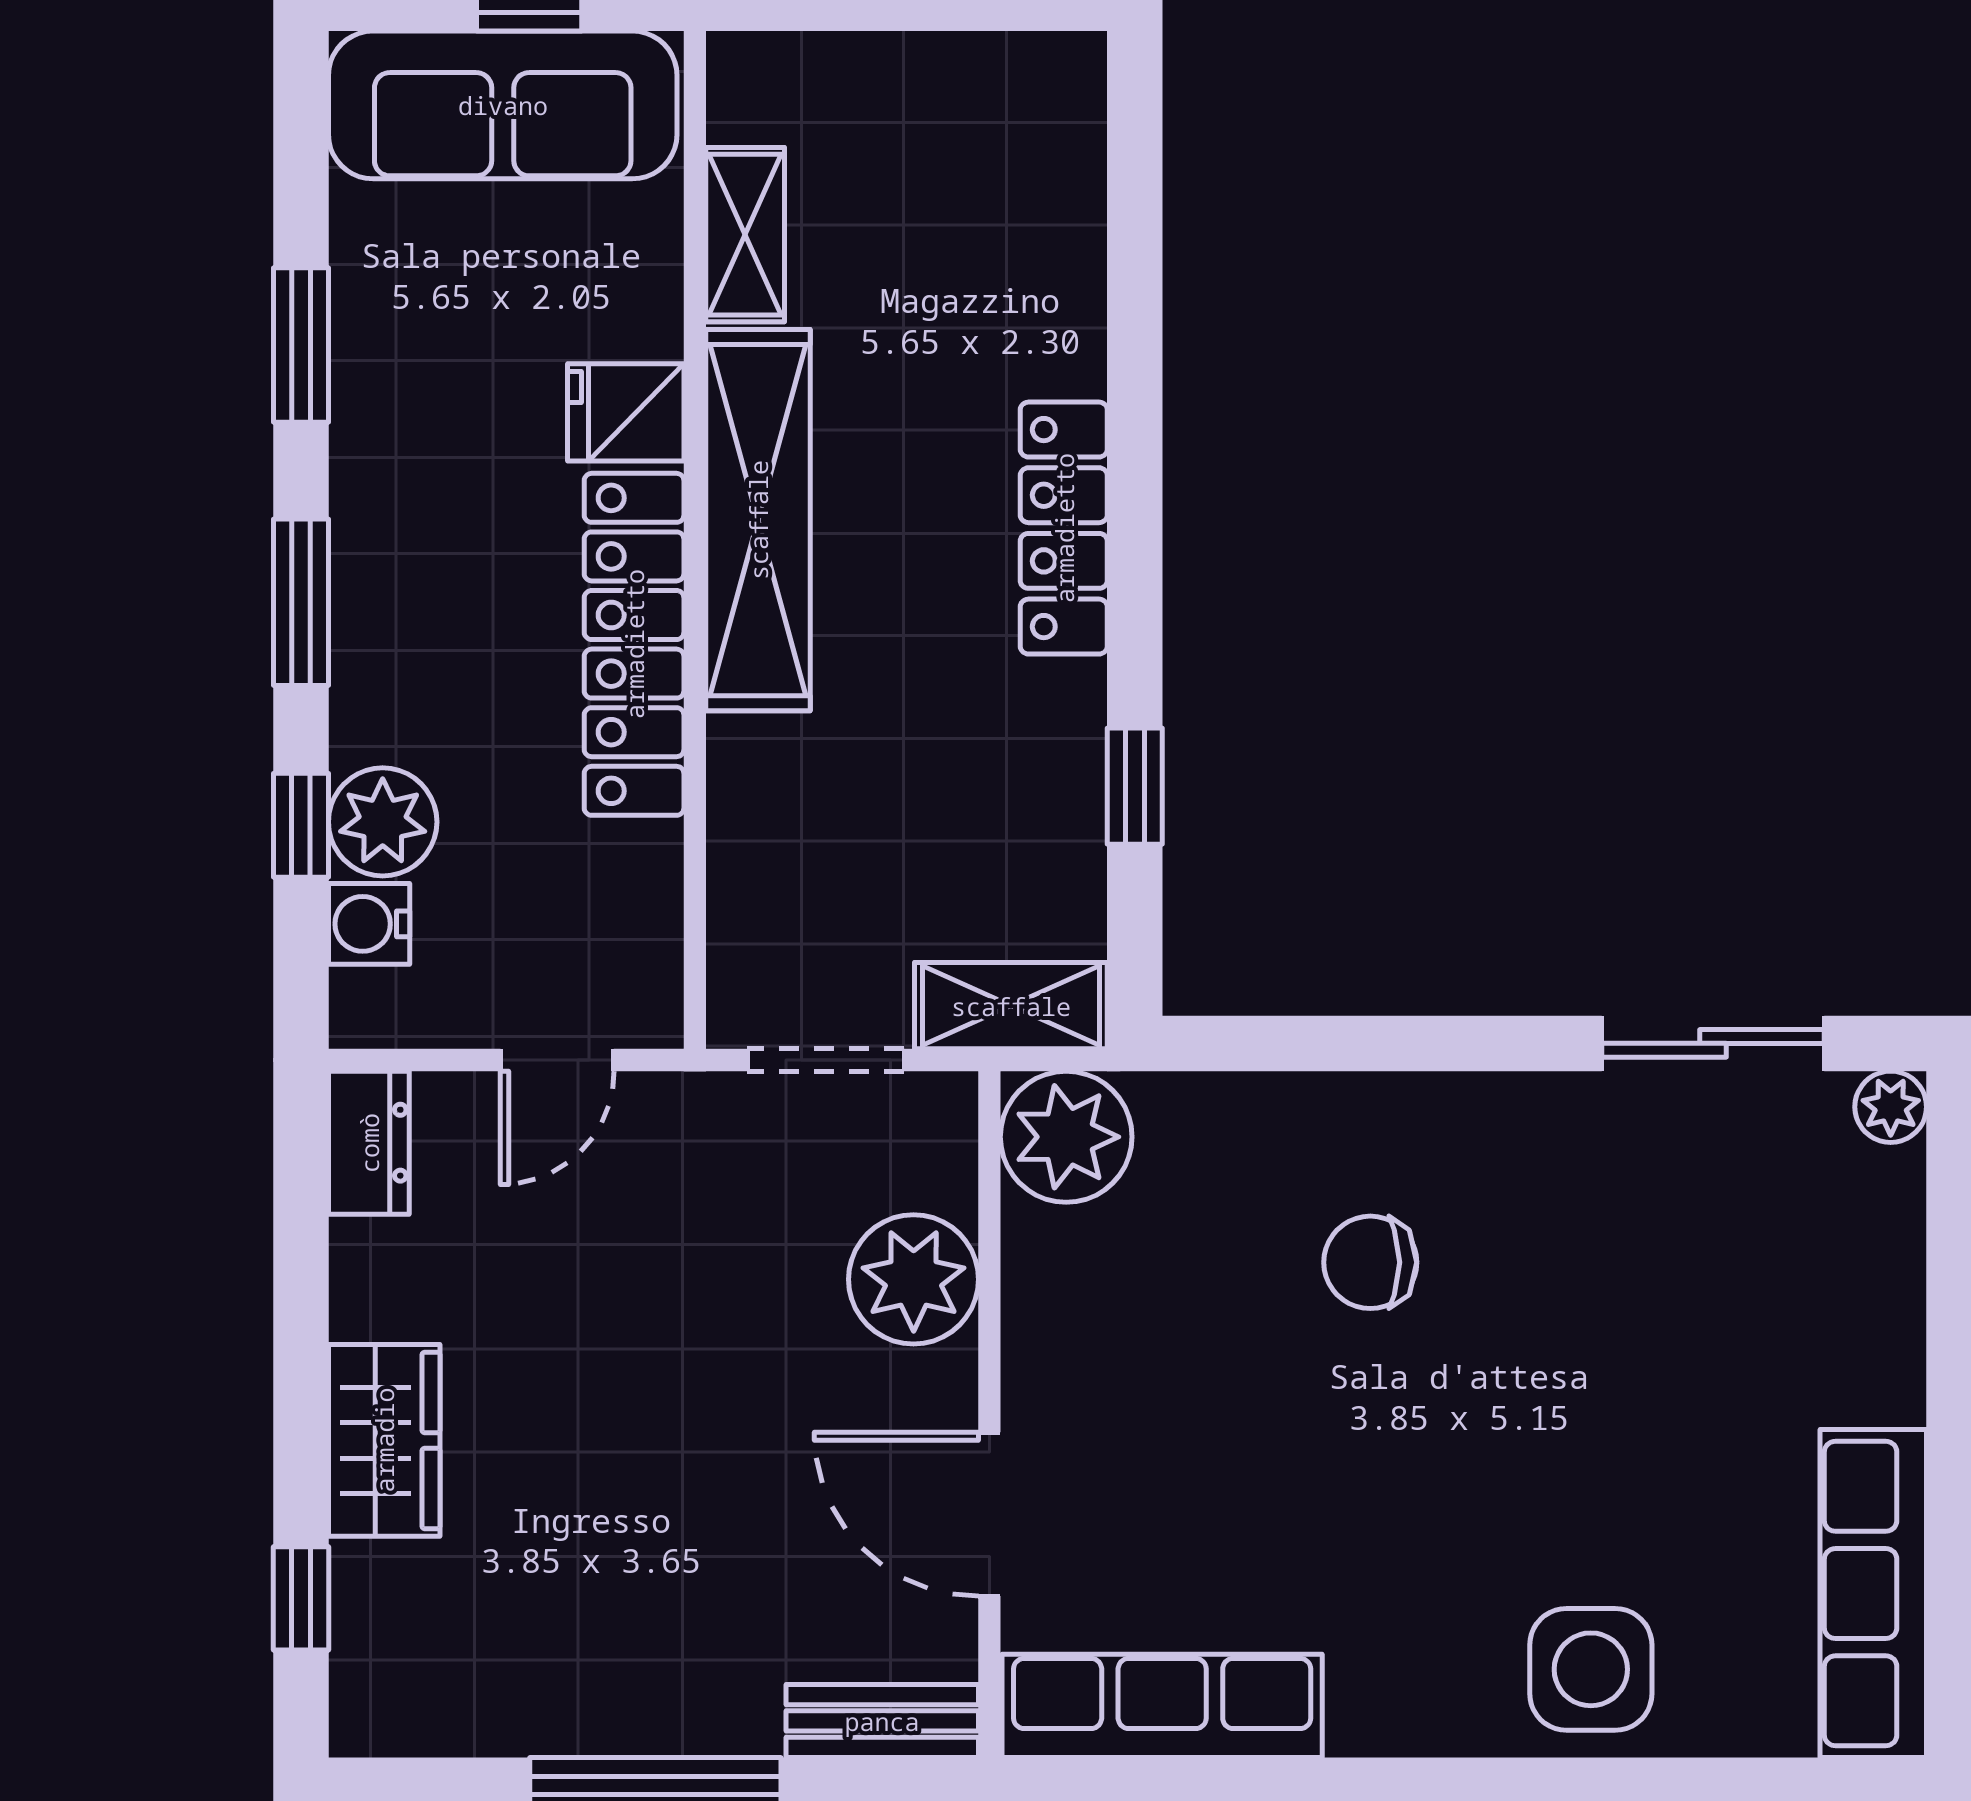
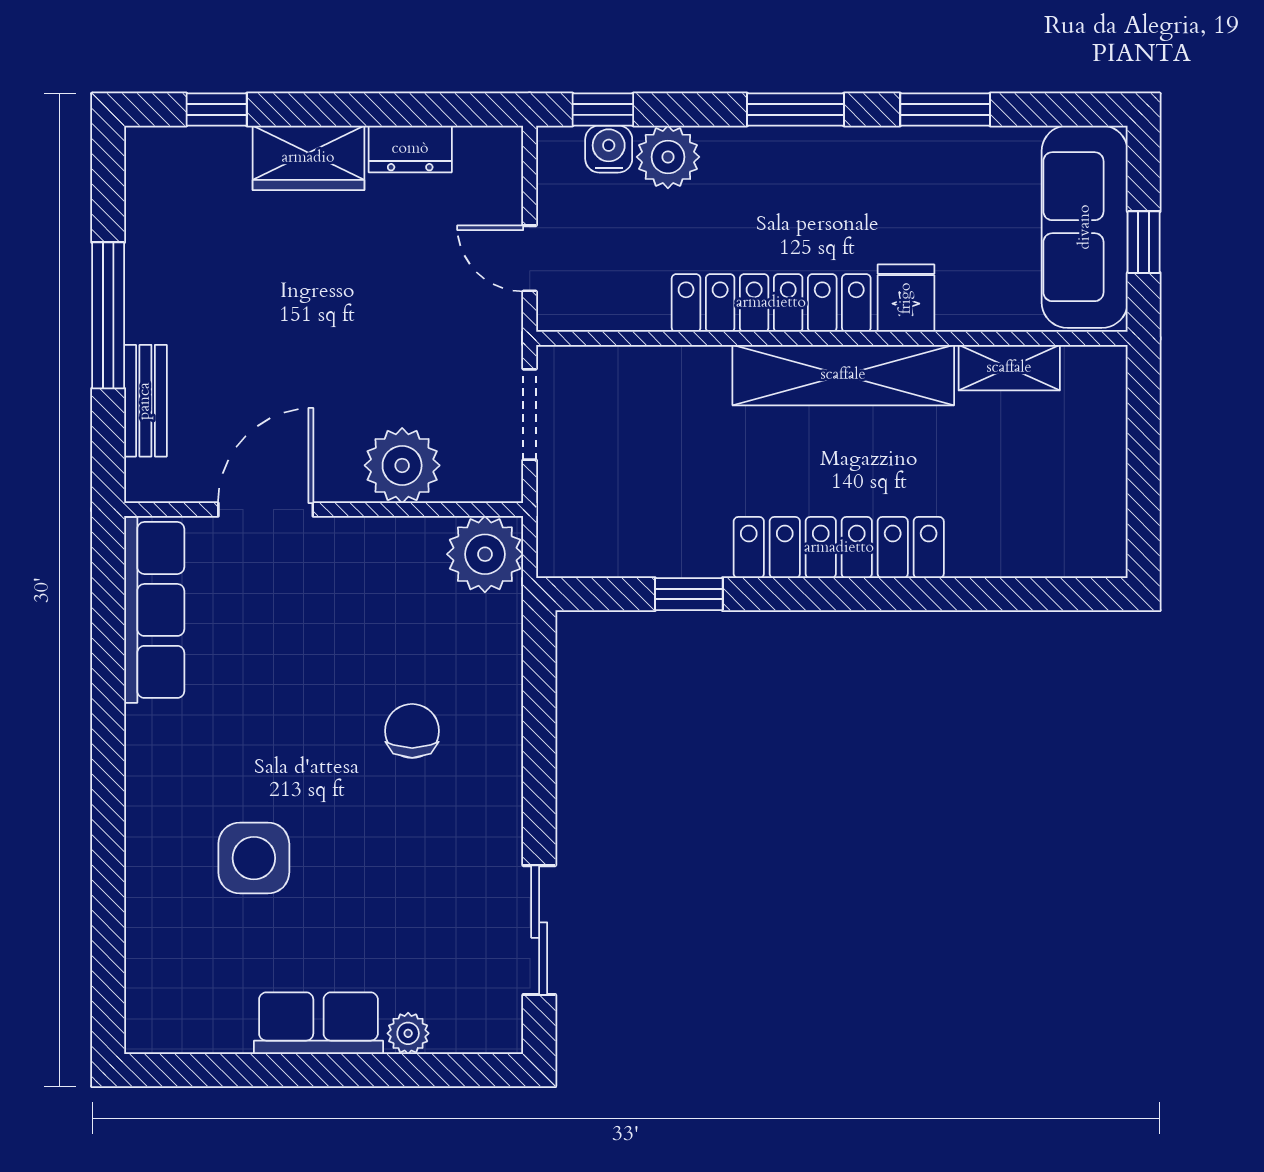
locker: (1064, 528) -> (839, 548), width x1.41, depth x1.21
window: (301, 825) -> (603, 109), moved
shelving: (1011, 1006) -> (561, 522), removed
plant: (1891, 1107) -> (408, 1033), moved
dresser: (369, 1143) -> (410, 149), moved
row of seats: (1873, 1594) -> (318, 1023), moved, width x0.68
side table: (1591, 1669) -> (254, 858), moved
bench: (882, 1721) -> (145, 401), moved

